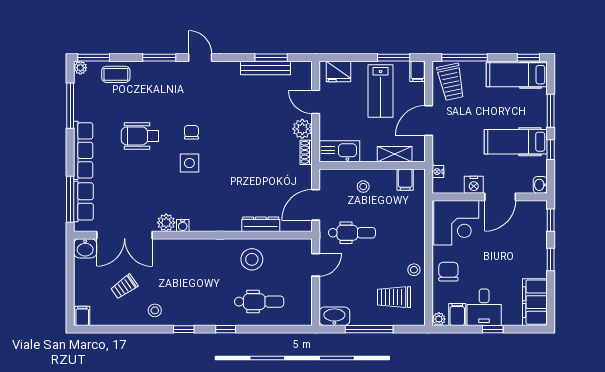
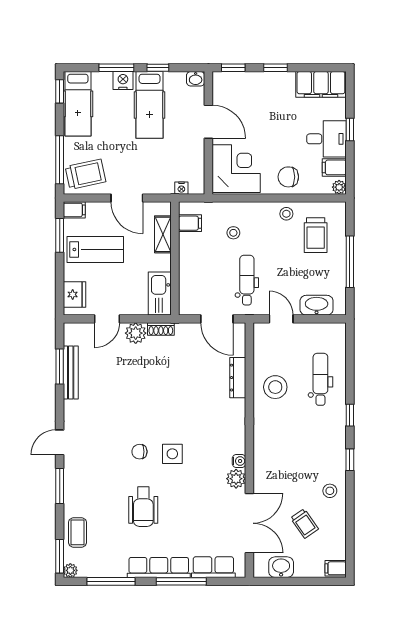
nightstand: (474, 185) -> (123, 81), moved, turned -90
stool: (363, 187) -> (233, 233), moved
window: (70, 199) -> (181, 581), moved
washbasin: (85, 248) -> (281, 567), moved, turned -90
washbasin: (334, 316) -> (317, 305), moved, turned 90

